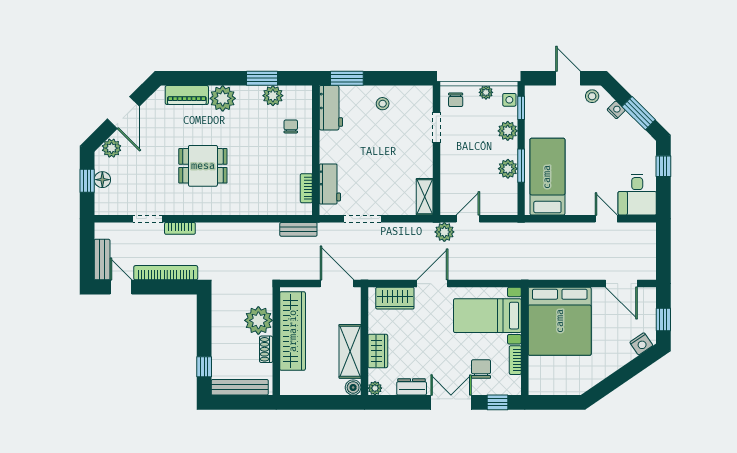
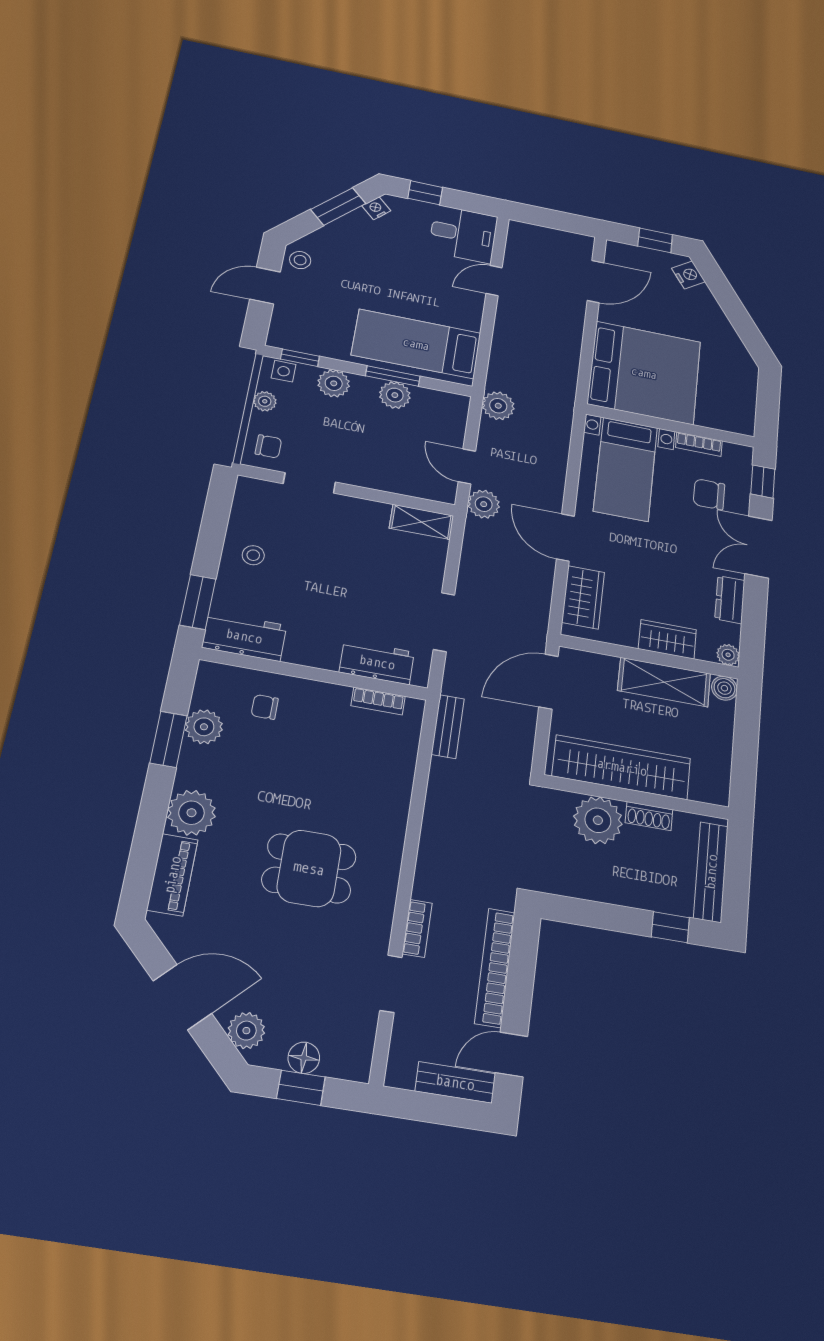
nightstand: (616, 110) -> (376, 208), moved
dining table: (203, 166) -> (309, 868), turned 90
plant: (515, 232) -> (498, 406), added

